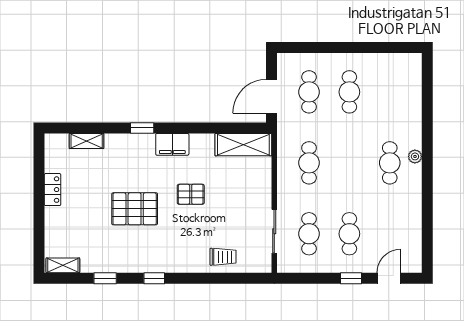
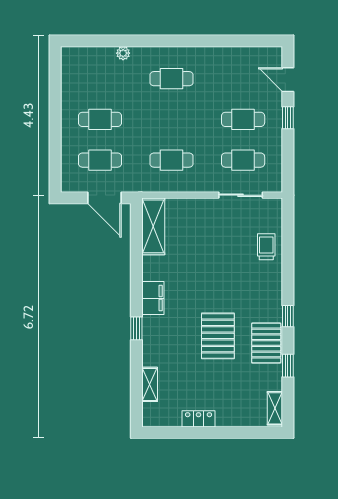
plant: (415, 156) -> (123, 53), moved
pallet: (191, 194) -> (266, 343), moved, width x1.50, depth x1.42

